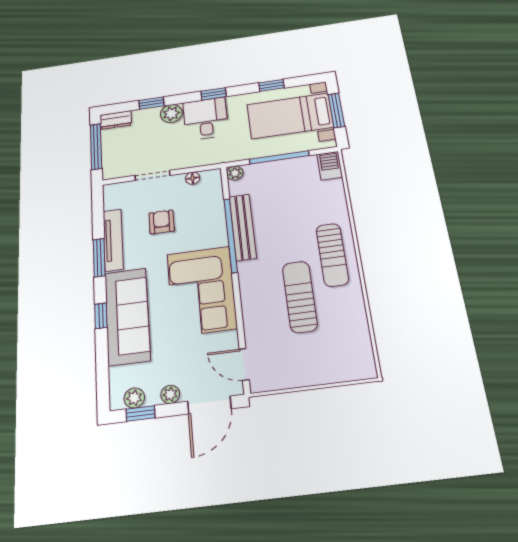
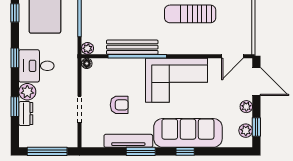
dresser: (116, 120) -> (26, 114), moved
floor lamp: (193, 178) -> (87, 63), moved
armchair: (162, 222) -> (119, 105), turned 180

